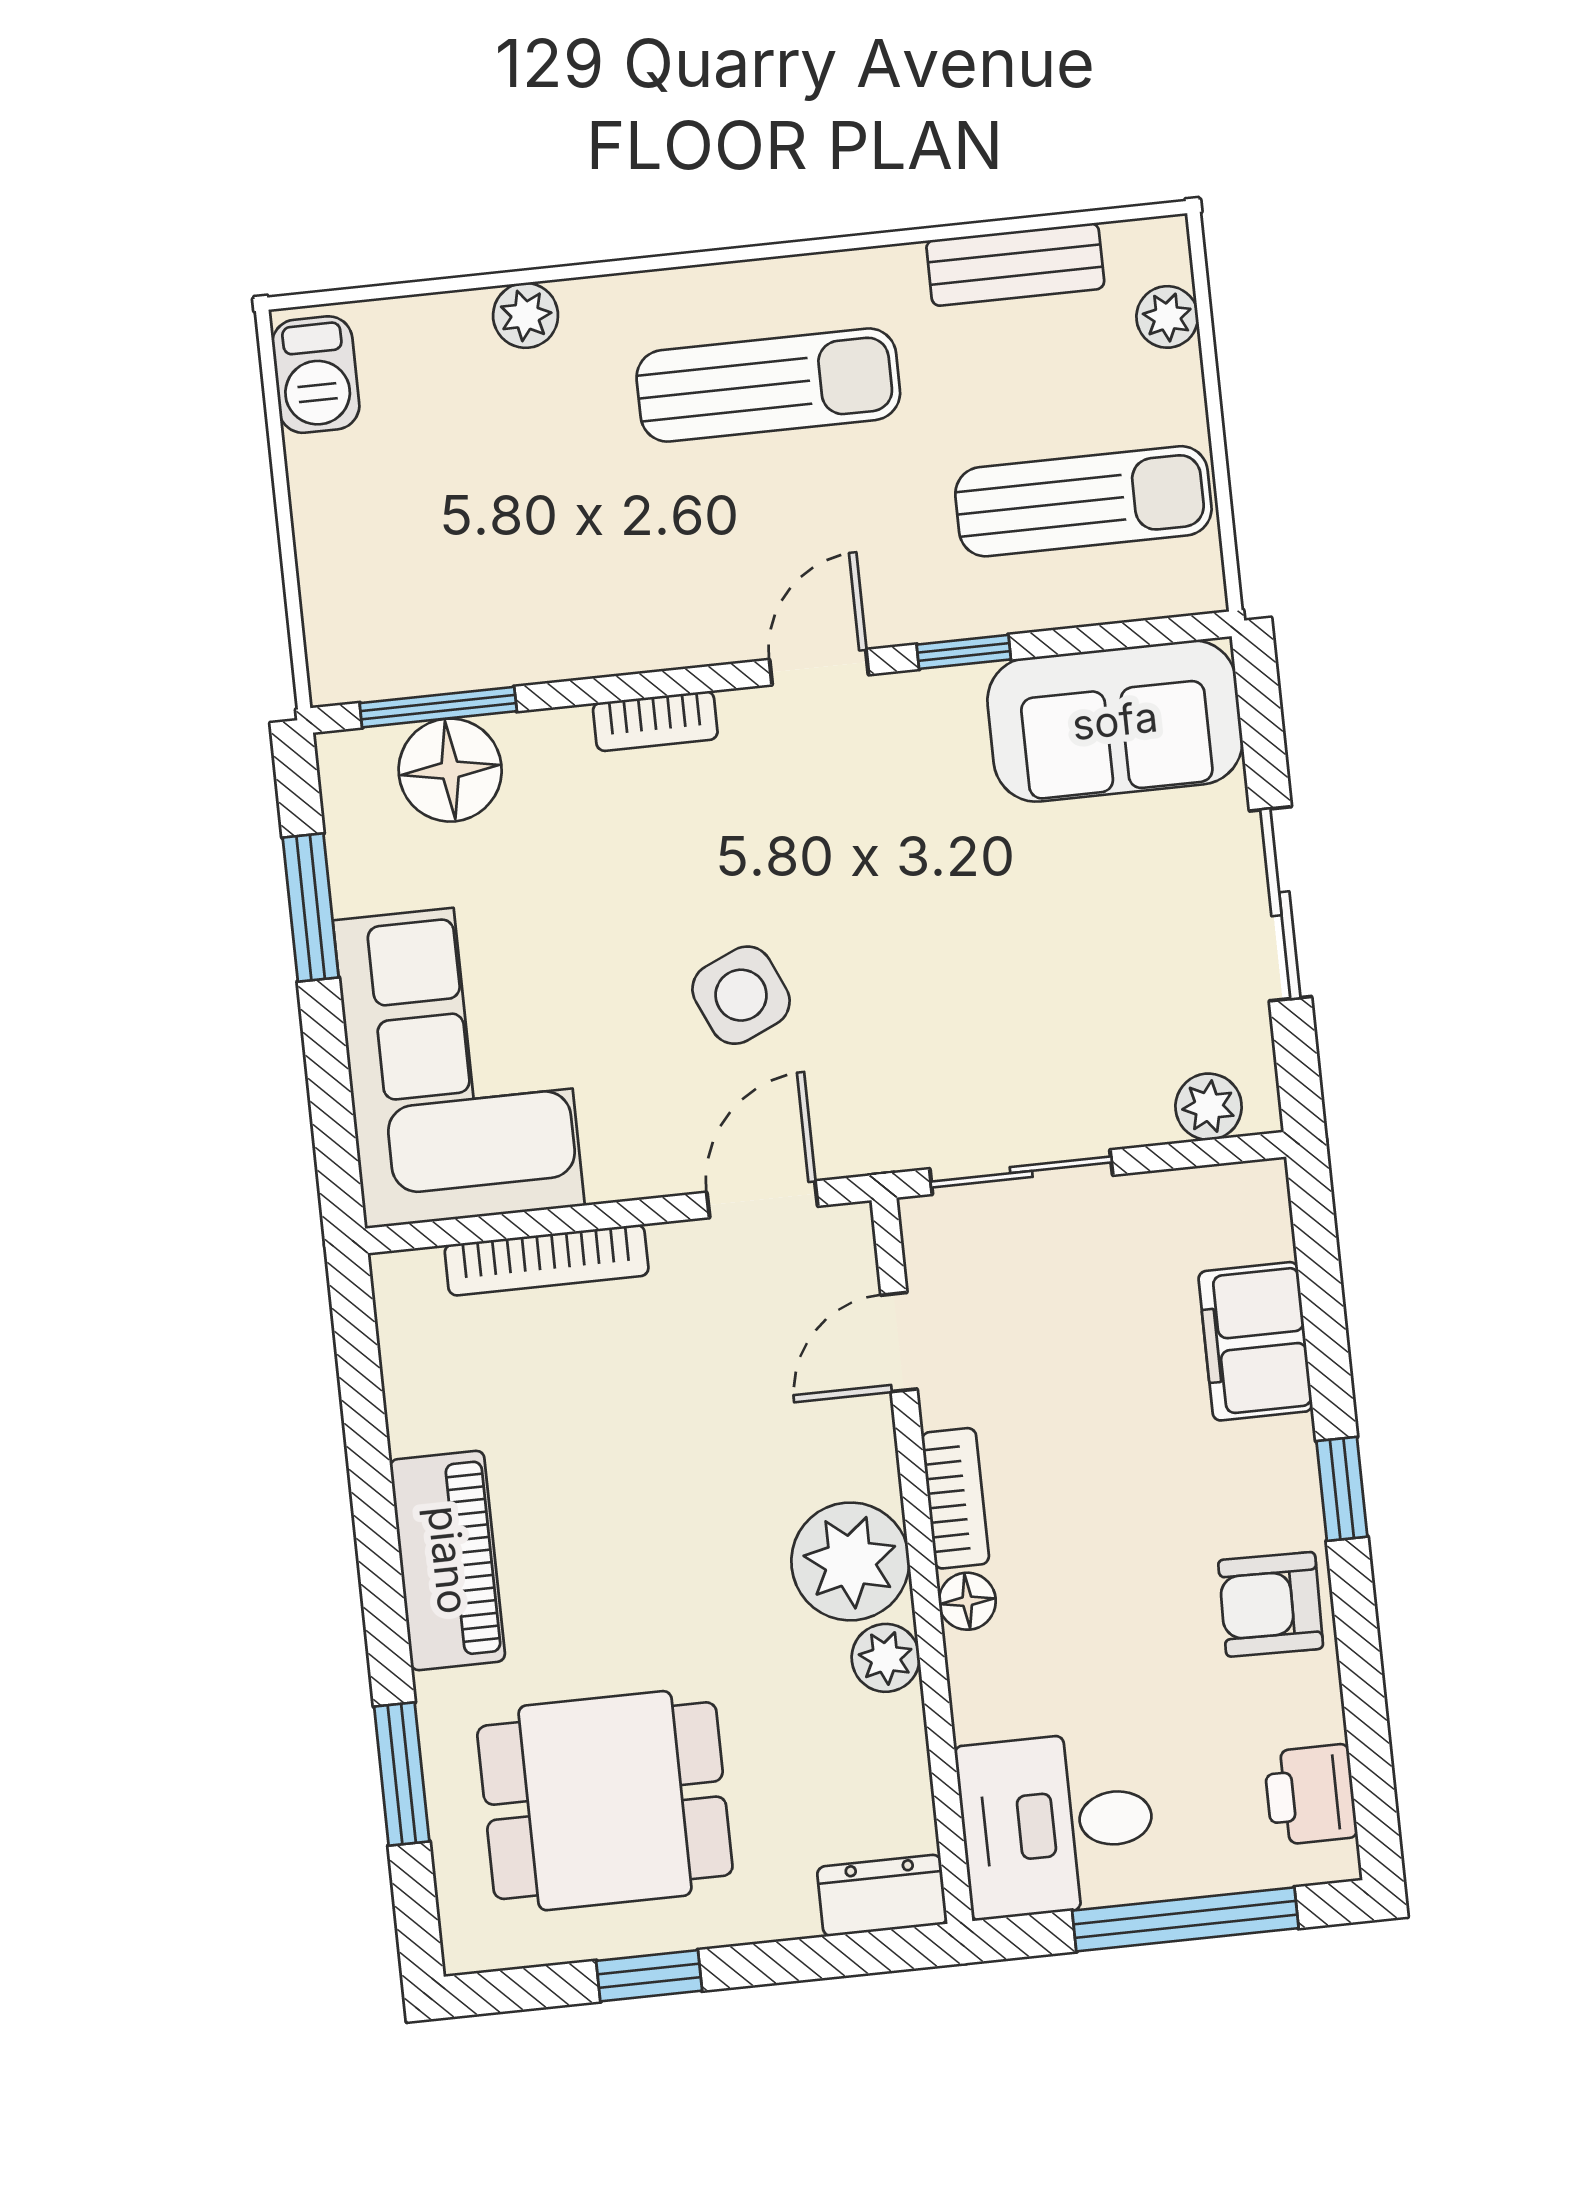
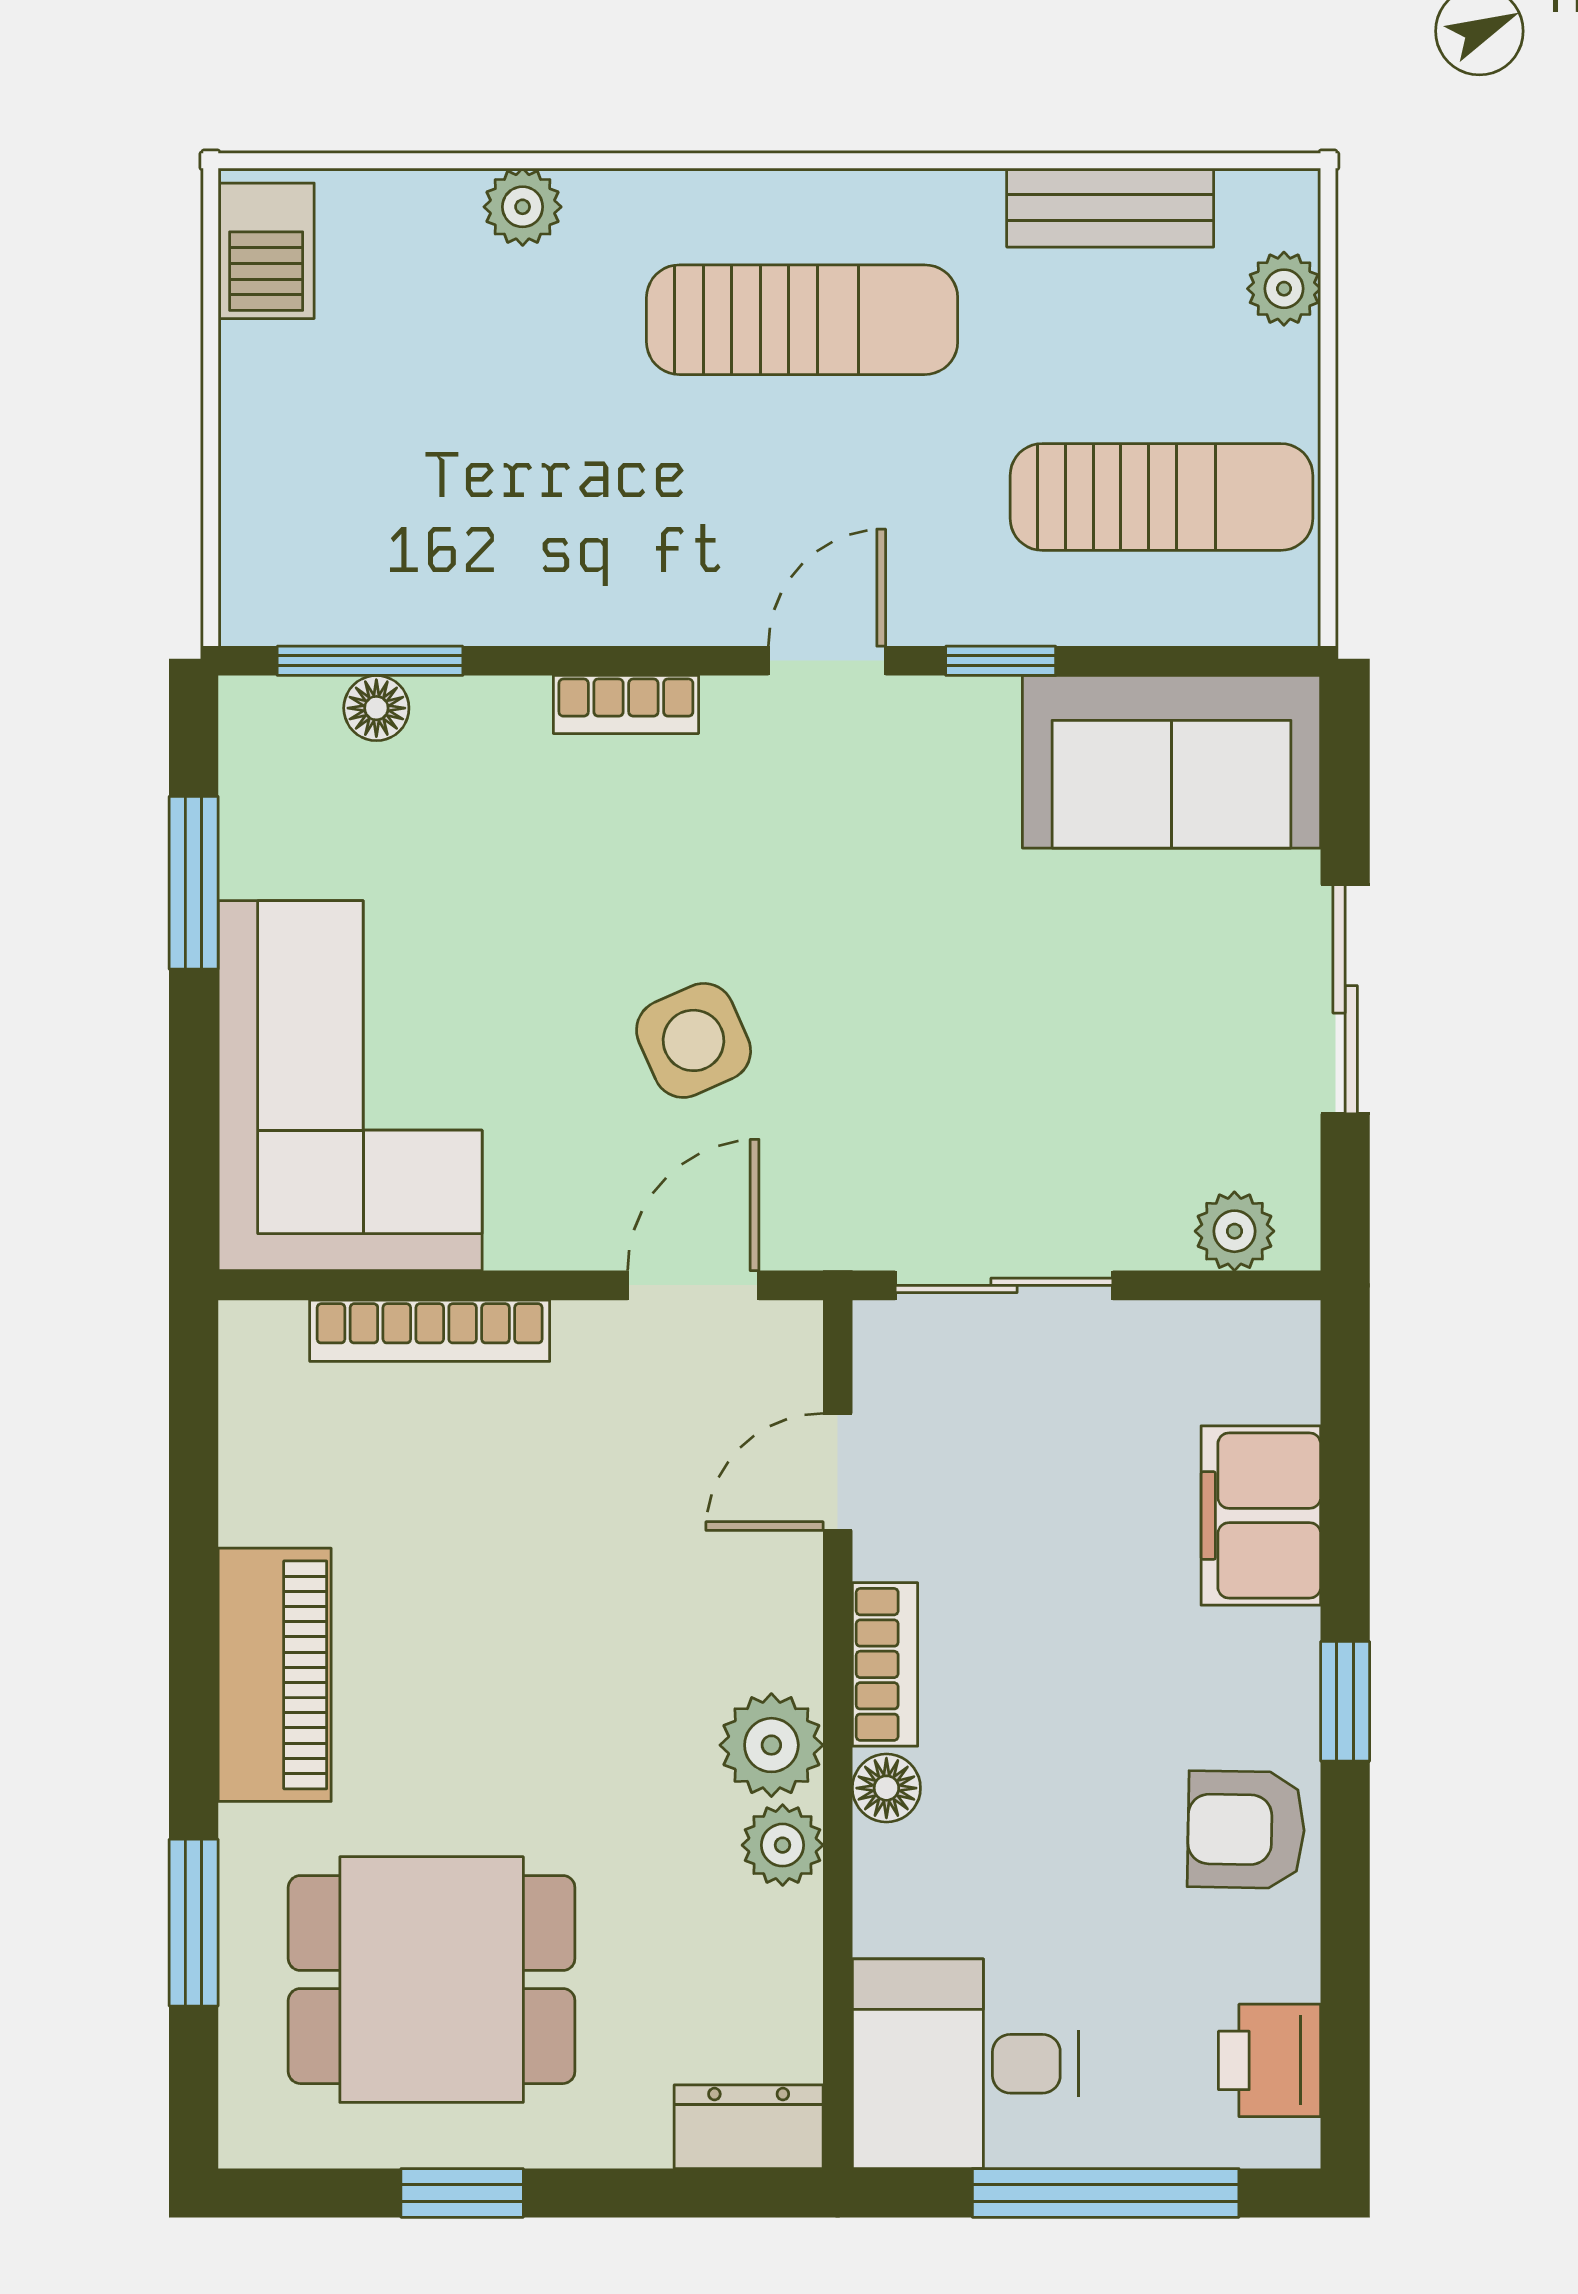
floor lamp: (450, 770) -> (376, 708), width x0.53, depth x0.53
plant: (850, 1561) -> (771, 1745), width x0.73, depth x0.73

